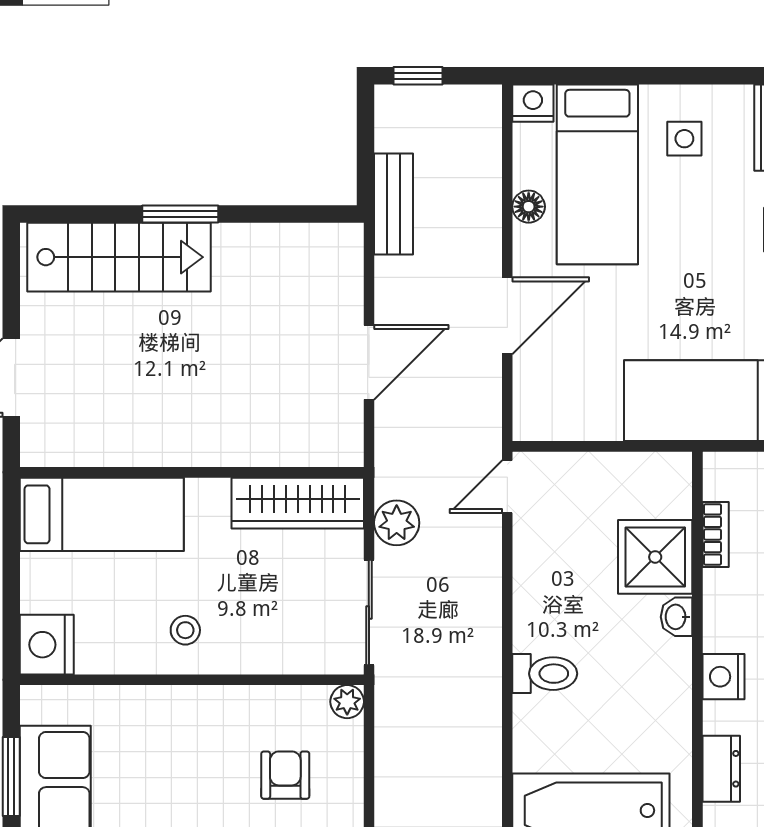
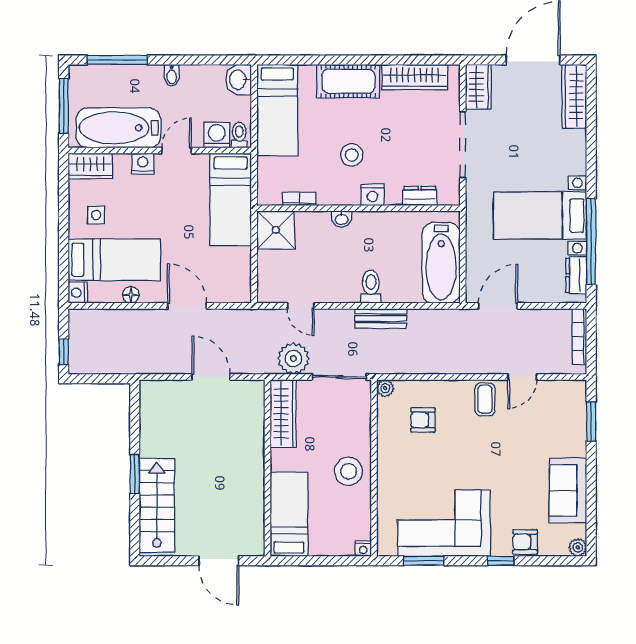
bench: (393, 204) -> (381, 318), moved
door: (507, 487) -> (301, 306), moved
plant: (397, 523) -> (293, 358), width x1.36, depth x1.36
shower: (655, 557) -> (276, 230), moved
stool: (185, 630) -> (349, 471), width x1.89, depth x1.89
nightstand: (47, 645) -> (363, 549), width x0.53, depth x0.56

